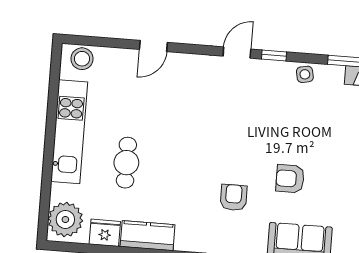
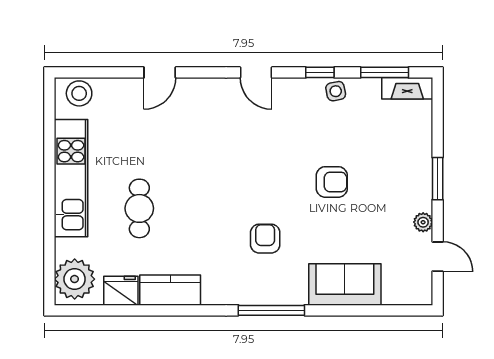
door: (237, 53) -> (256, 72), swing flipped
window: (274, 55) -> (320, 72), moved
armchair: (290, 179) -> (332, 182), moved, turned 180

